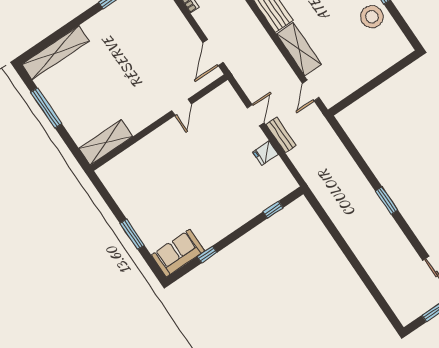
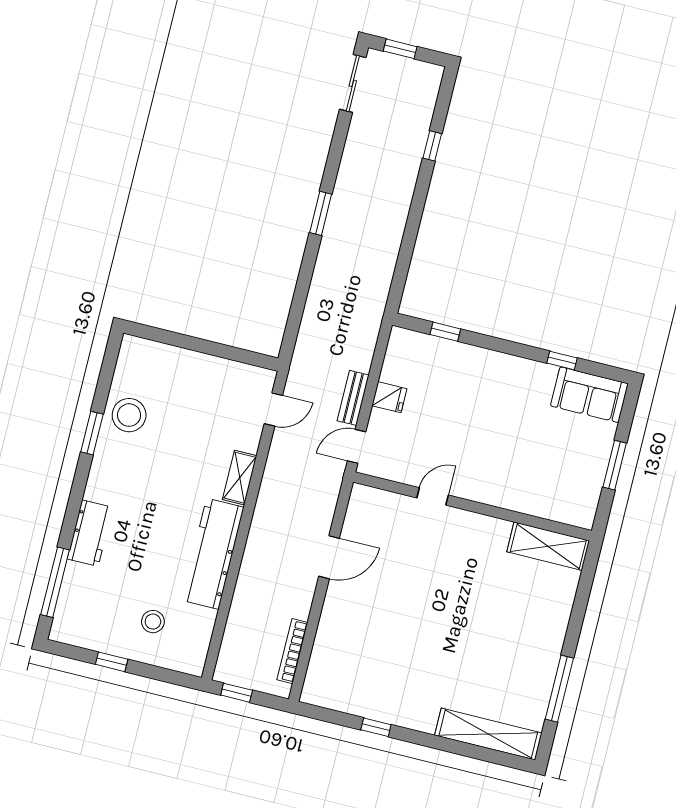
shelving: (299, 49) -> (240, 478), width x0.67, depth x0.75
door: (181, 107) -> (433, 496), moved
wall: (159, 123) -> (472, 506), moved
shelving: (106, 142) -> (548, 546), moved
window: (371, 286) -> (432, 146), added

